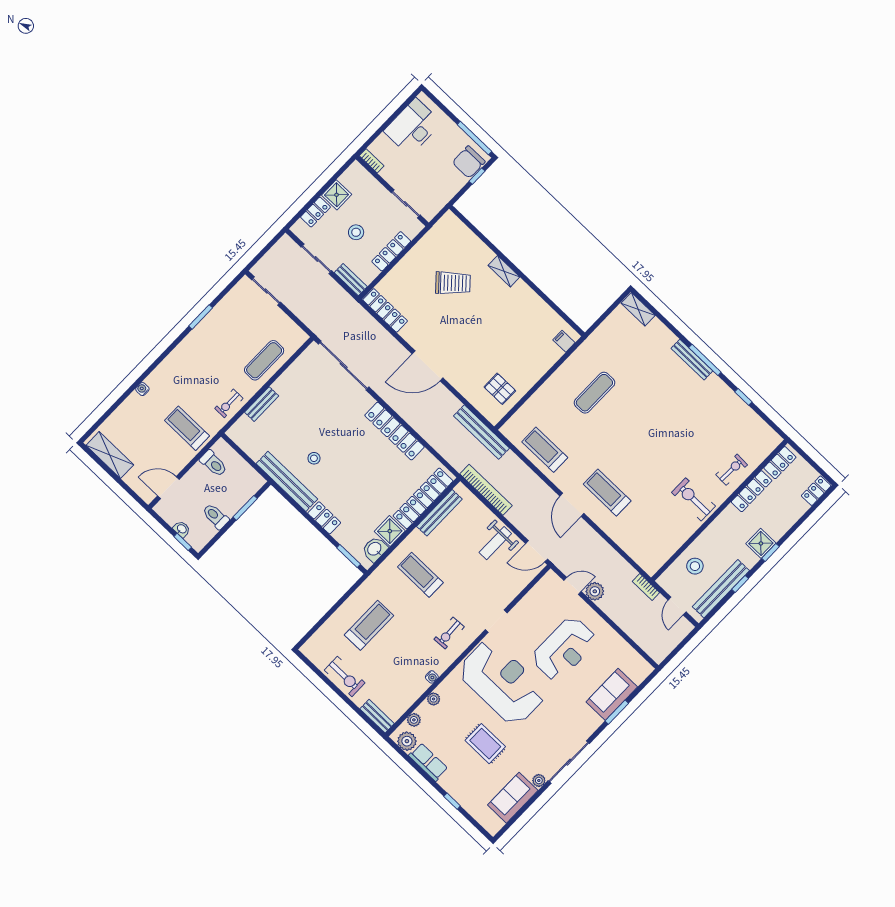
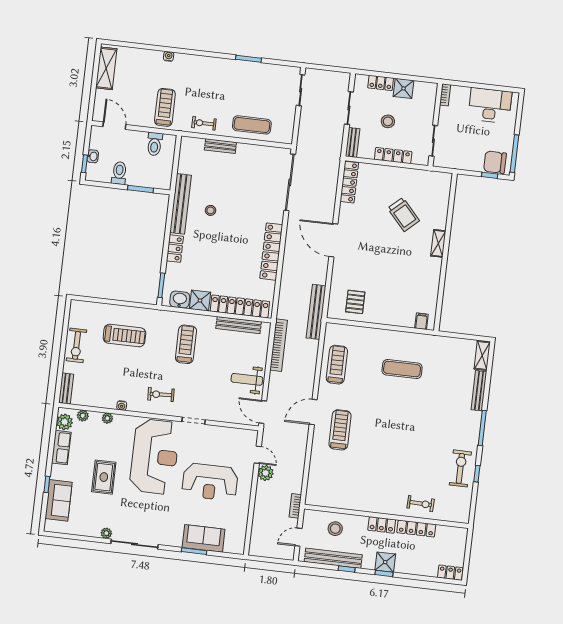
bench: (692, 360) -> (479, 391), moved
locker: (780, 463) -> (382, 525), moved
exercise bike: (693, 499) -> (460, 468), moved
sofa: (513, 798) -> (59, 500), moved, turned 90

